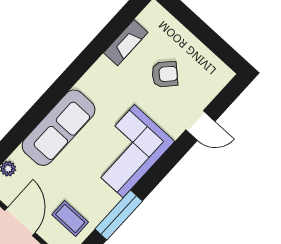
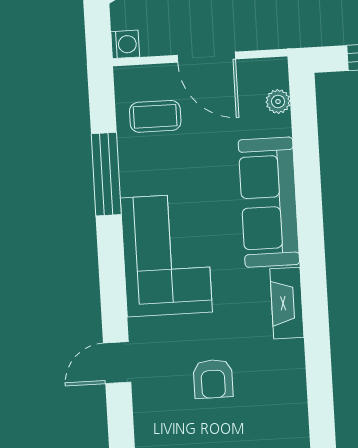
fireplace: (126, 43) -> (287, 303), moved
armchair: (165, 74) -> (213, 379), turned -43

